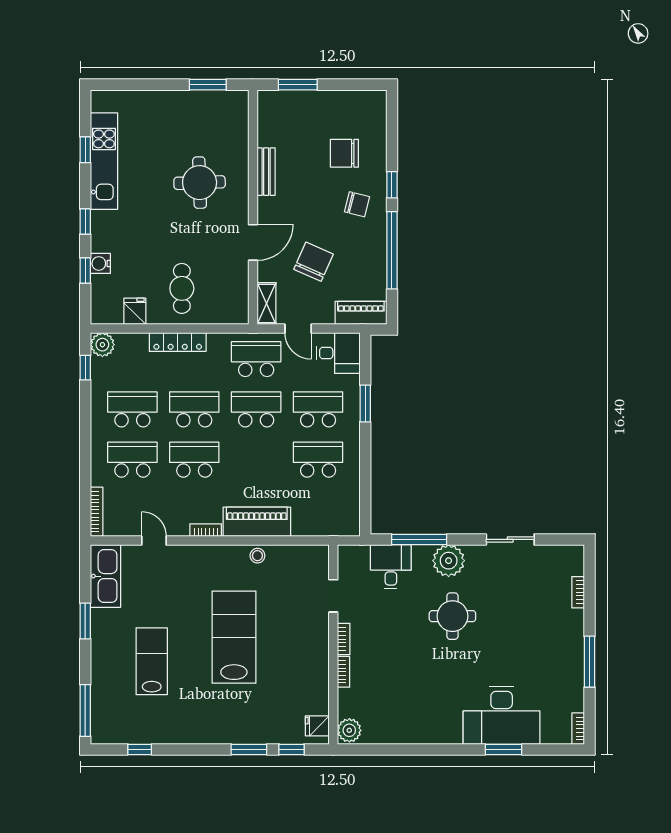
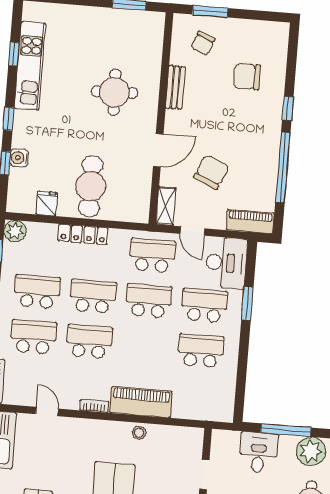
chair: (357, 204) -> (203, 43), moved, turned 96
cafe table: (182, 288) -> (91, 186), width x1.37, depth x1.35
desk: (338, 353) -> (226, 263), width x1.37

